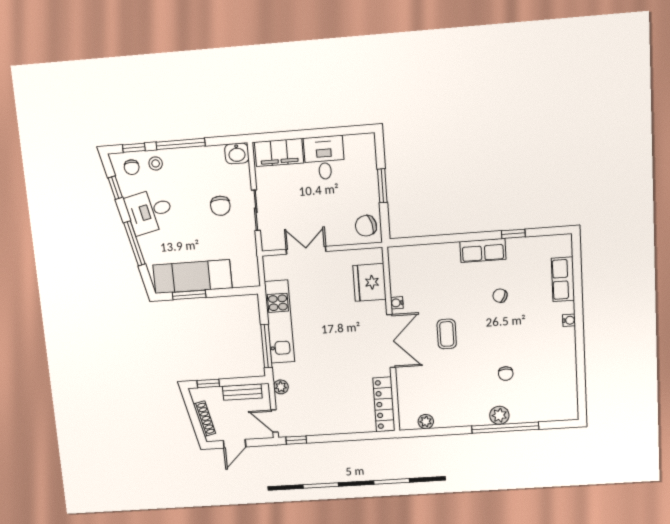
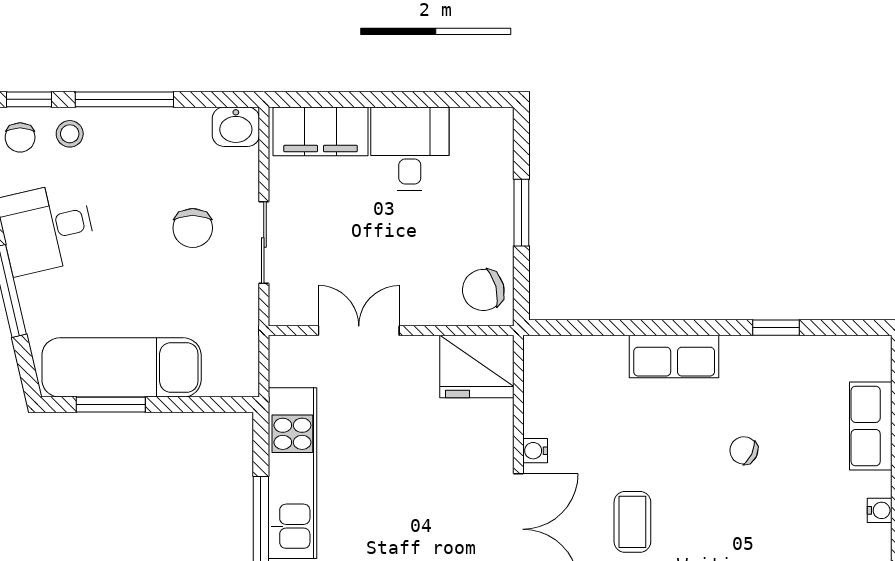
row of seats: (483, 250) -> (674, 356), moved
fridge: (369, 282) -> (477, 366), moved, turned -90

